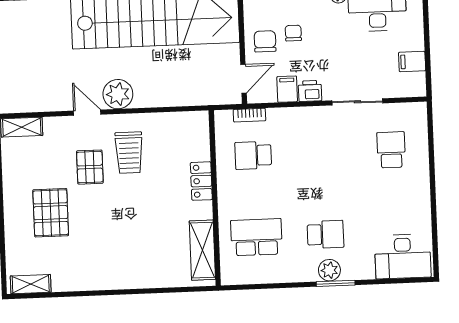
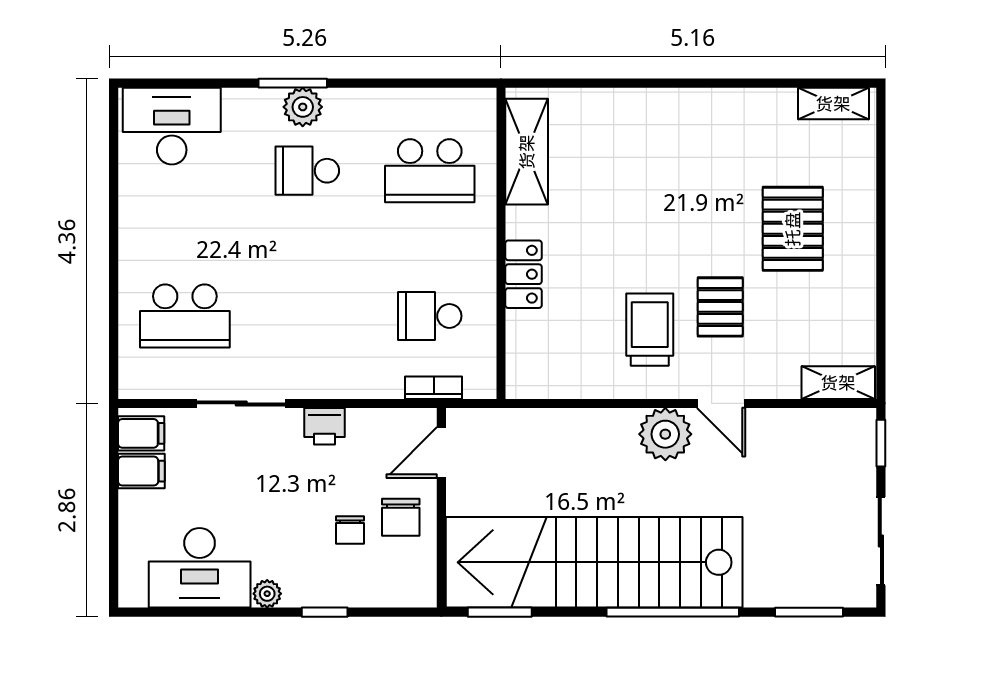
filing cabinet: (287, 89) -> (141, 433), moved, turned -90
school desk: (391, 150) -> (185, 316), width x1.85
school desk: (253, 155) -> (430, 316), turned 180

